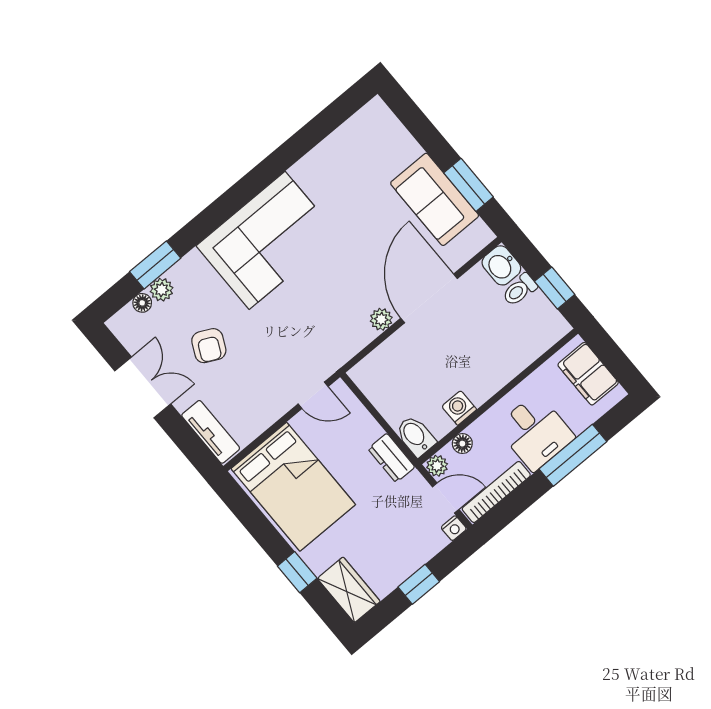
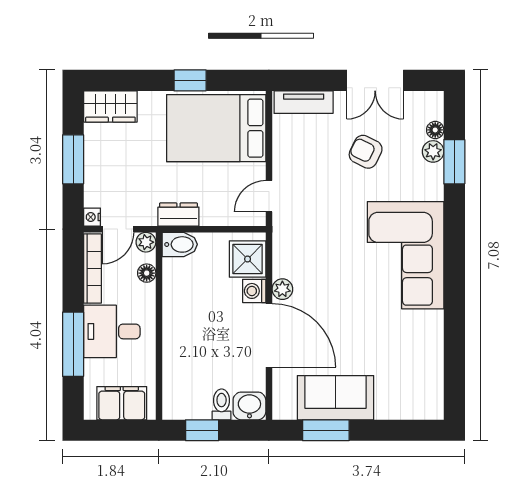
shower: (380, 369) -> (248, 259), added
washing machine: (459, 408) -> (254, 291), moved, turned 180
window: (297, 572) -> (190, 80), moved
window: (419, 584) -> (73, 159), width x1.50

